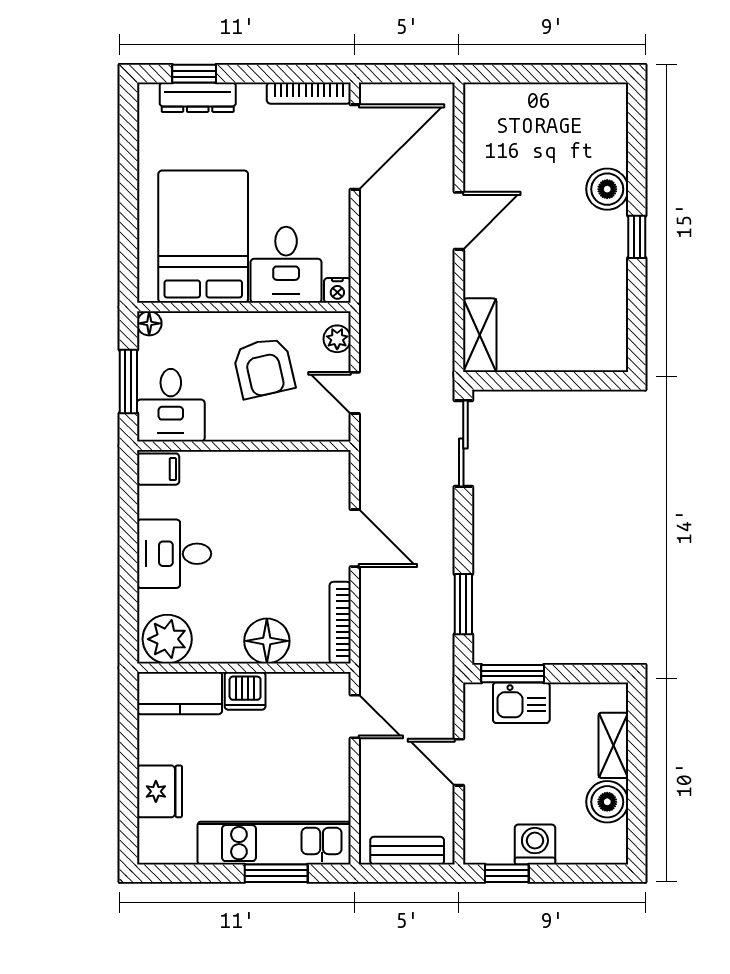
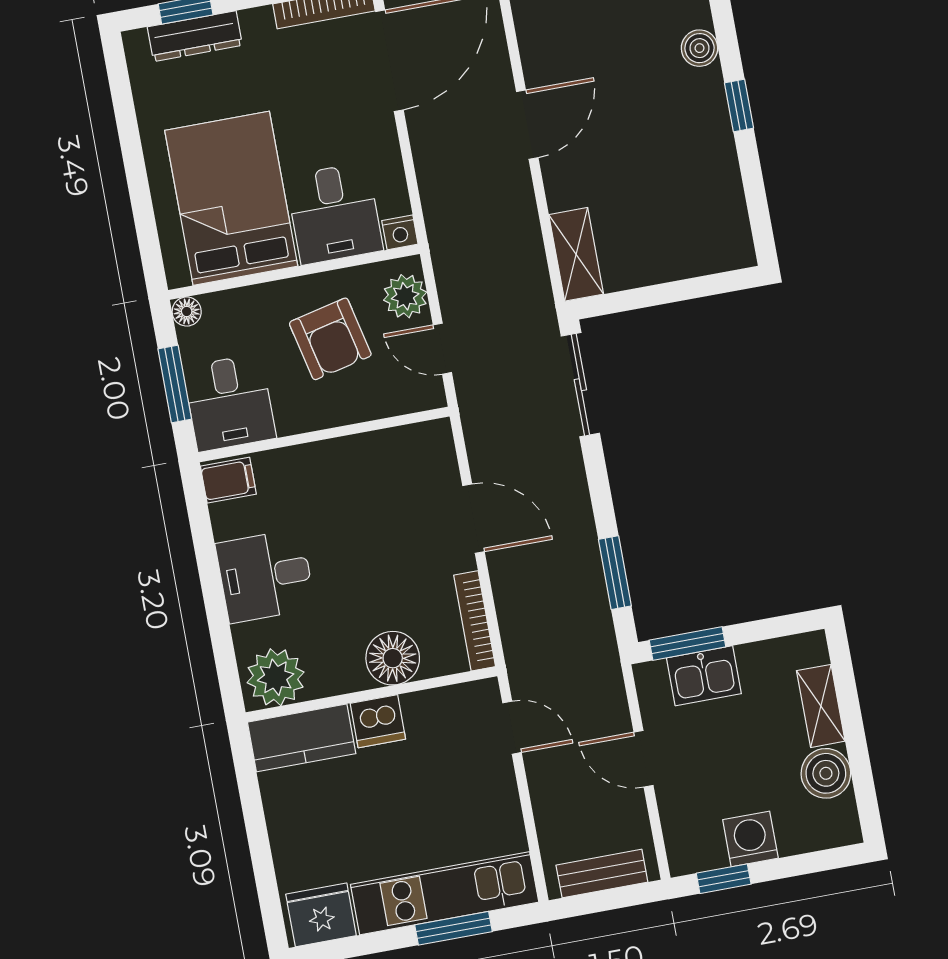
boiler: (607, 189) -> (700, 48), width x0.73, depth x0.73
plant: (337, 339) -> (405, 296), width x1.38, depth x1.38
fridge: (159, 791) -> (321, 915), moved, turned -90

